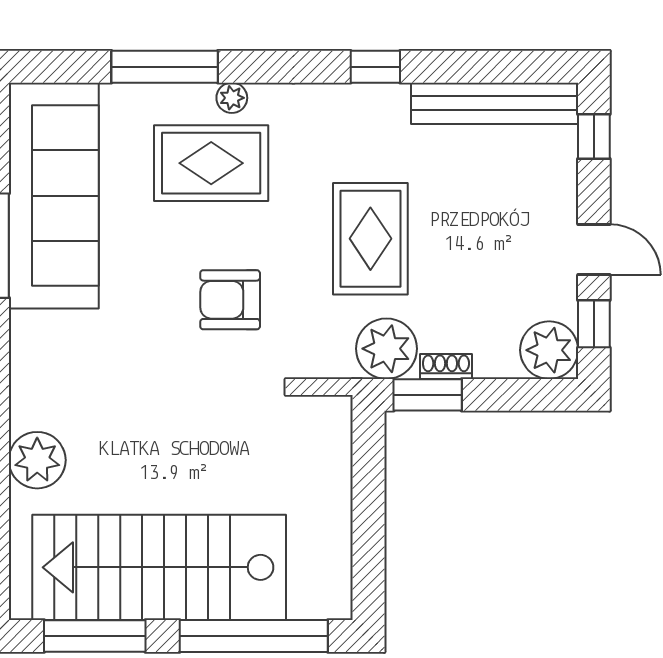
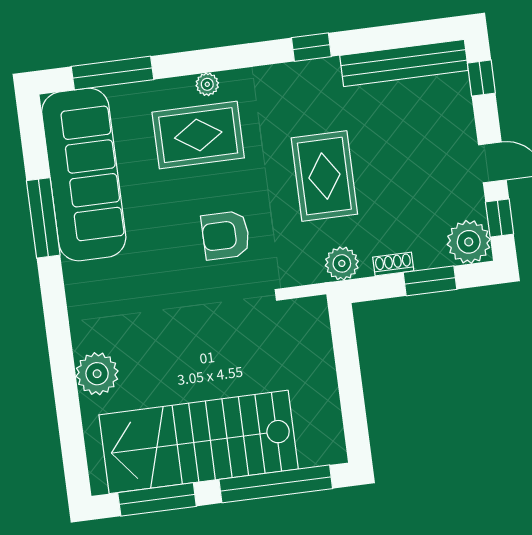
window: (165, 67) -> (112, 73), moved
plant: (386, 349) -> (342, 263), width x0.73, depth x0.73
window: (428, 395) -> (430, 281), moved

